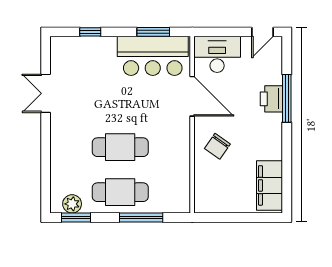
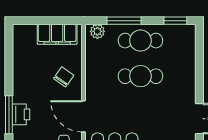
filing cabinet: (269, 185) -> (57, 34), moved, turned 90
plant: (72, 204) -> (97, 31), moved

